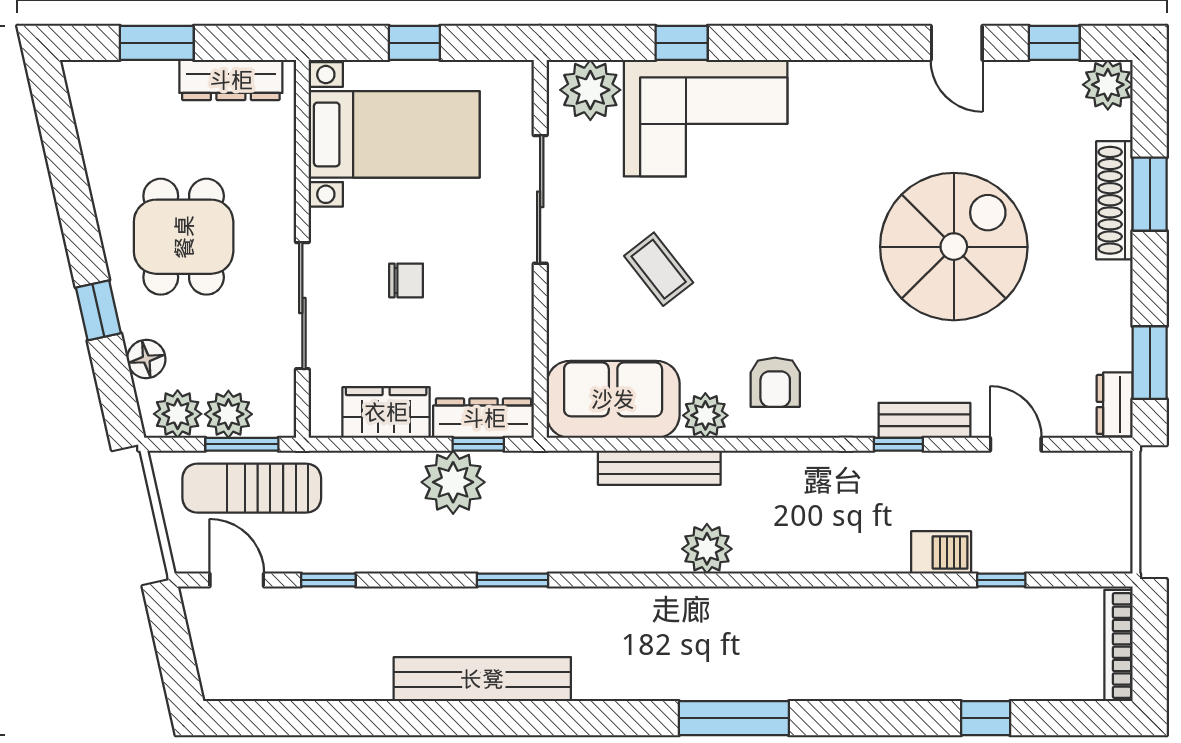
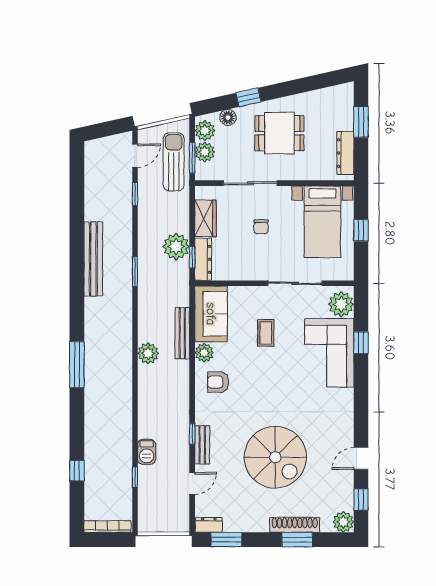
coffee table: (659, 269) -> (266, 333), turned -52

